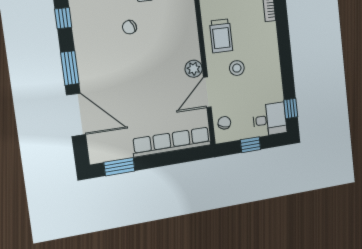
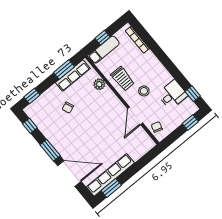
plant: (194, 69) -> (99, 84), moved
desk: (270, 119) -> (172, 95), moved
row of seats: (172, 142) -> (110, 175), moved
window: (251, 145) -> (190, 123), moved

